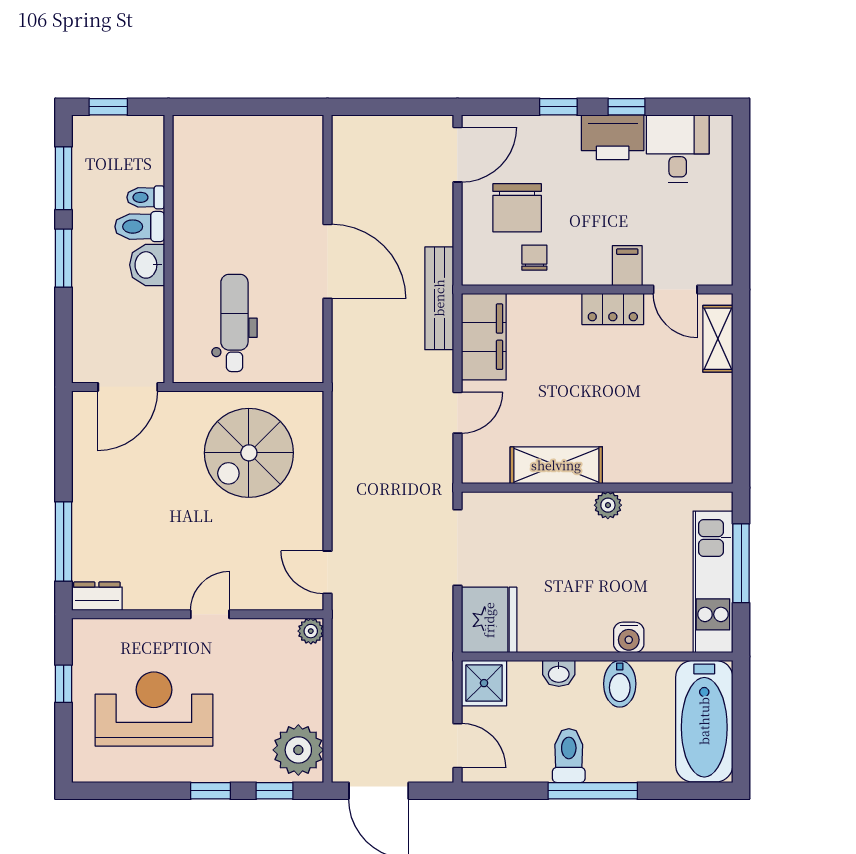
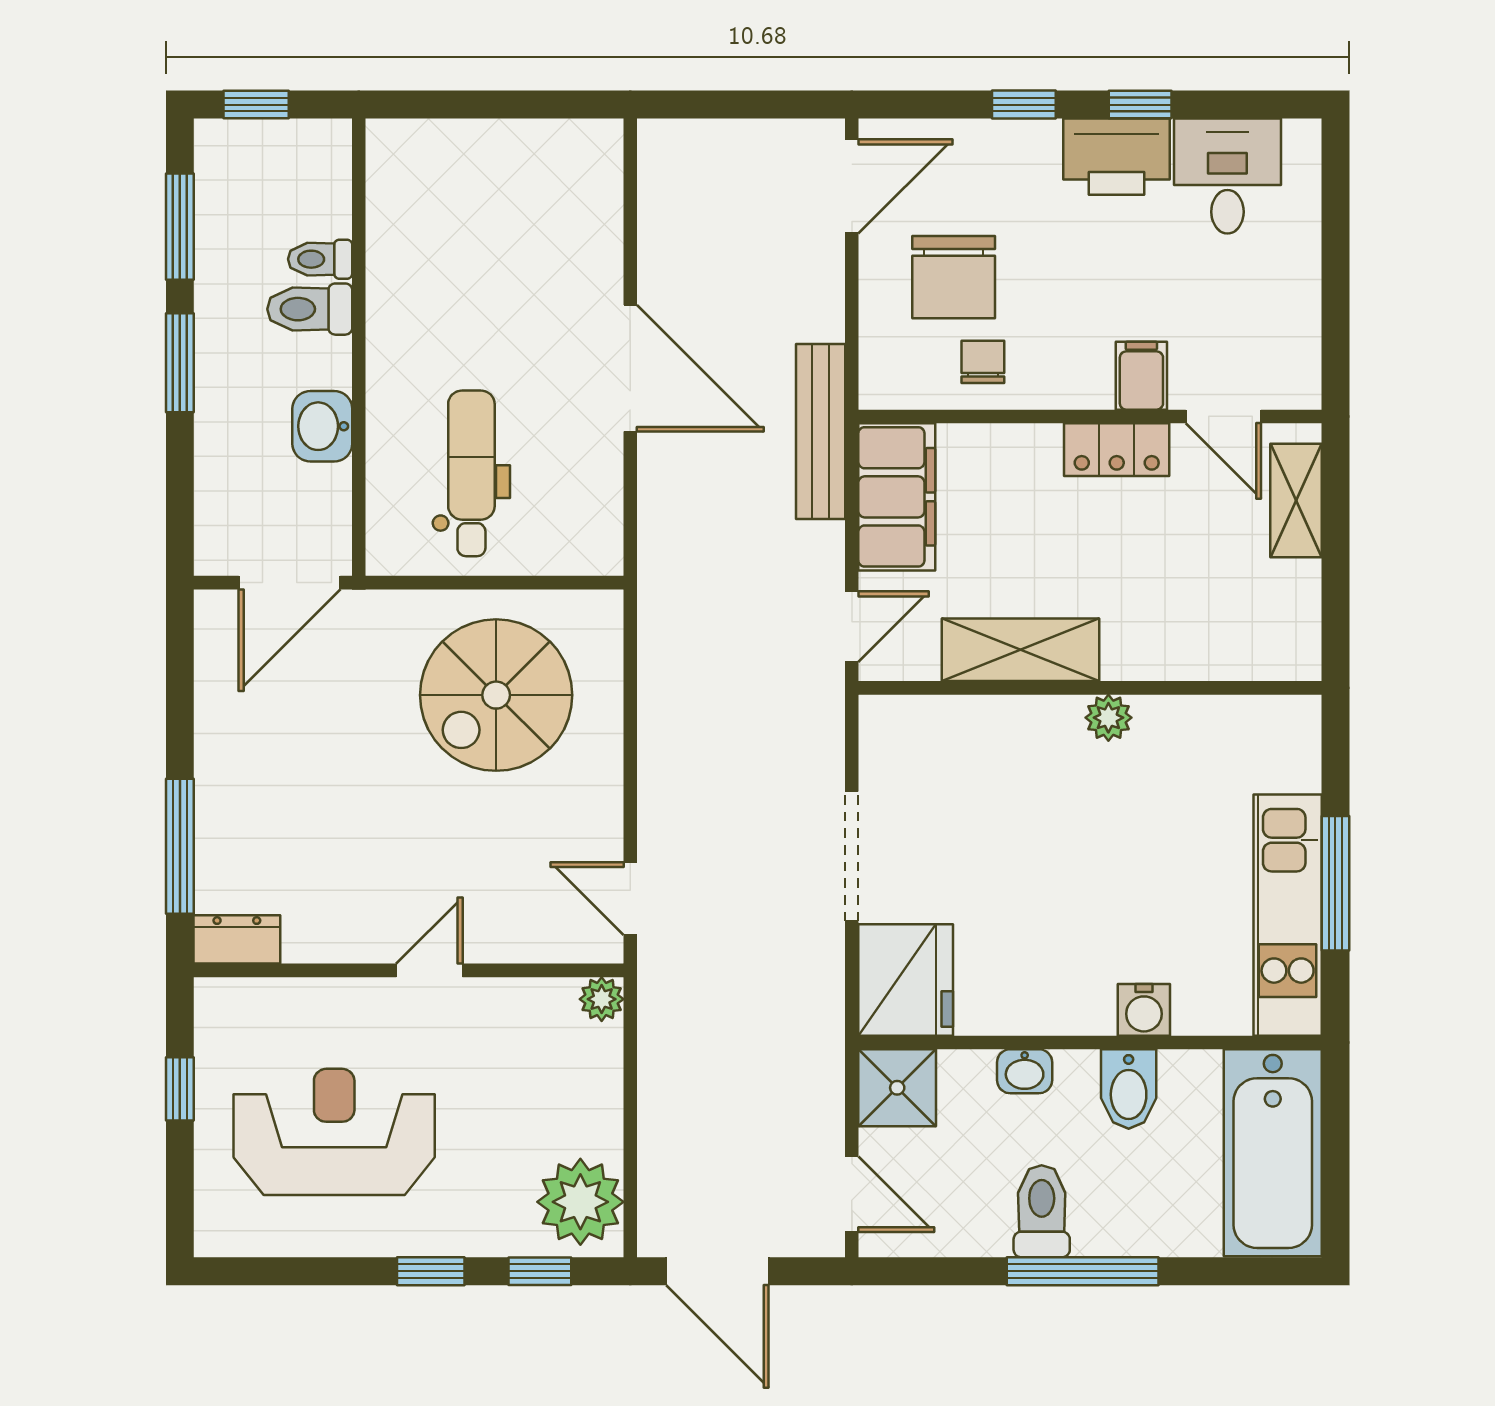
washbasin: (147, 265) -> (322, 426), moved
shelving: (556, 465) -> (1020, 650), moved
wall: (597, 488) -> (1090, 688), moved
plant: (608, 505) -> (1108, 718), moved

